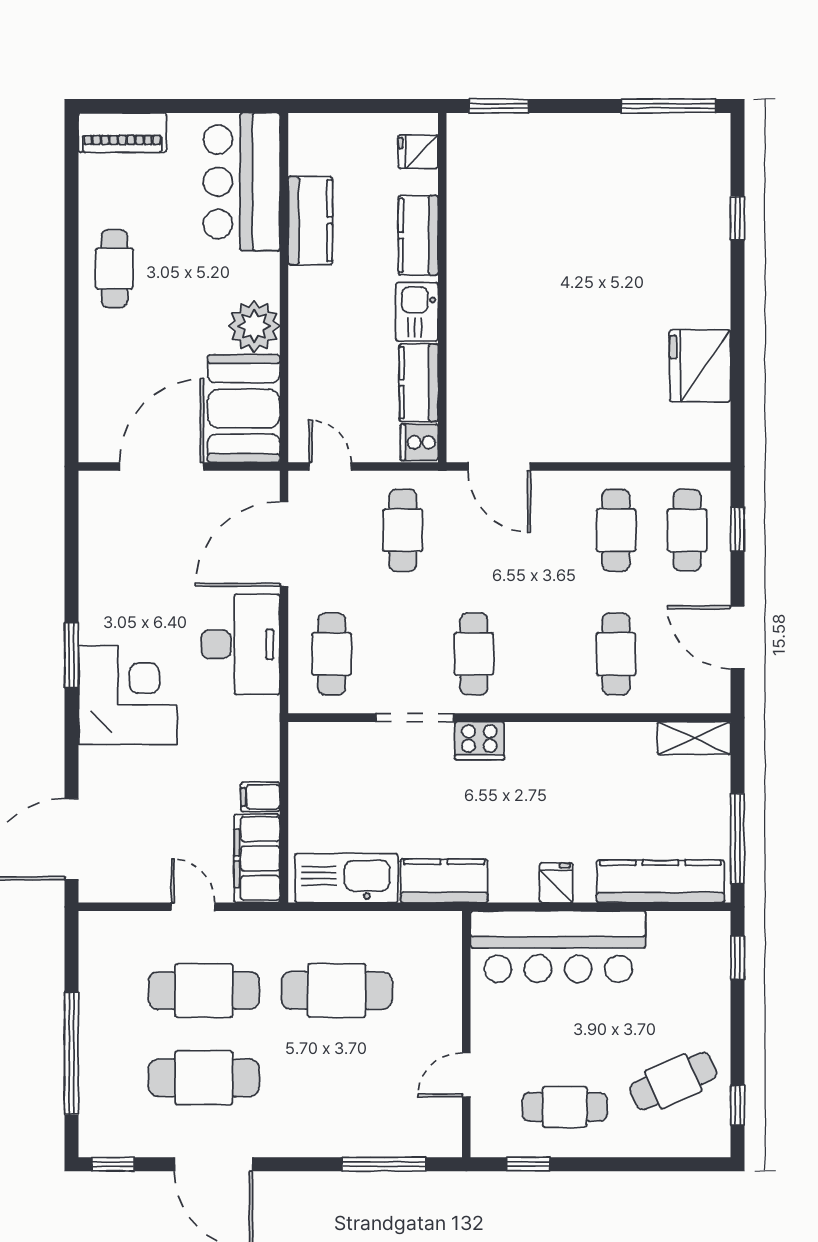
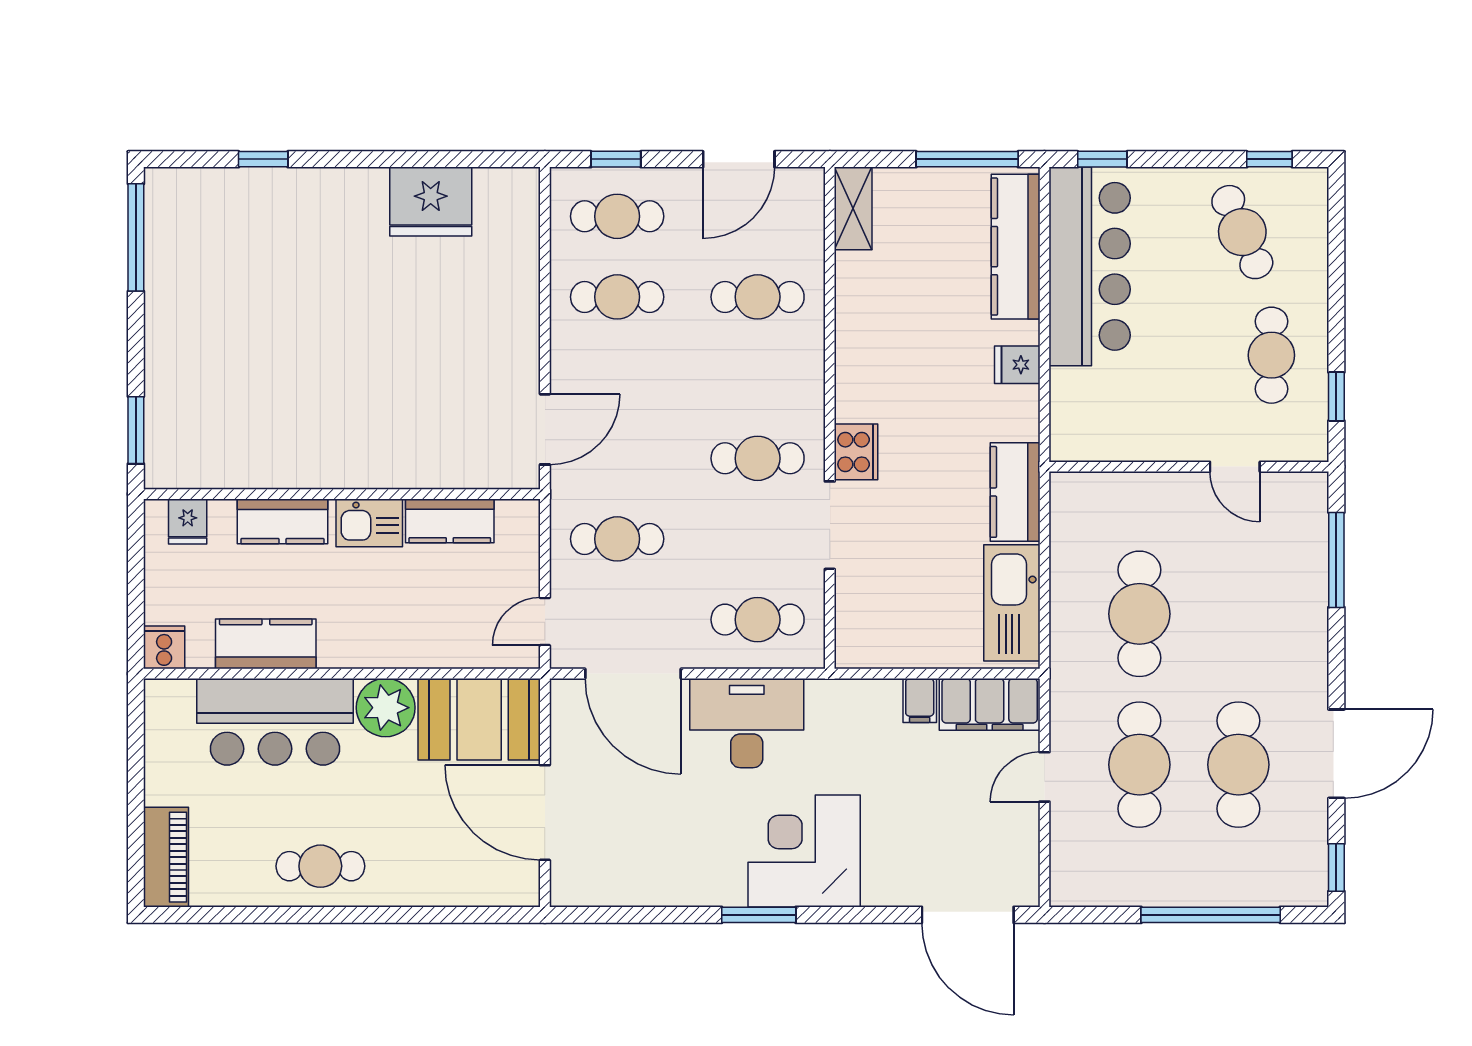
bar counter: (242, 182) -> (275, 722), moved
cooker: (419, 442) -> (164, 647), moved, turned 180
bar counter: (558, 947) -> (1090, 266), moved

